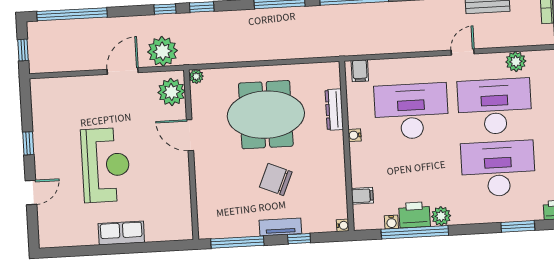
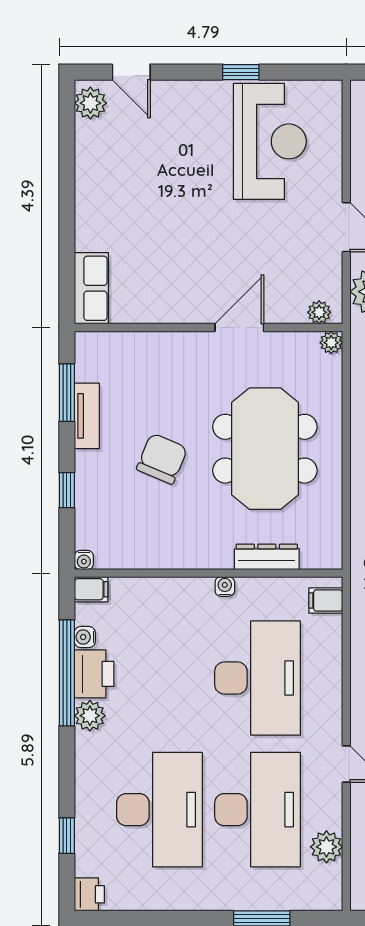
plant: (171, 92) -> (319, 312), width x0.53, depth x0.53
reception desk: (106, 165) -> (270, 141), moved, turned -90
door: (31, 193) -> (131, 72), moved
filing cabinet: (362, 196) -> (91, 589), moved, turned -90
window: (518, 226) -> (67, 836), width x0.67
tv unit: (280, 227) -> (87, 416), moved
row of seats: (121, 233) -> (91, 288), moved
plant: (53, 237) -> (90, 103), added
window: (237, 242) -> (67, 393), width x0.69

